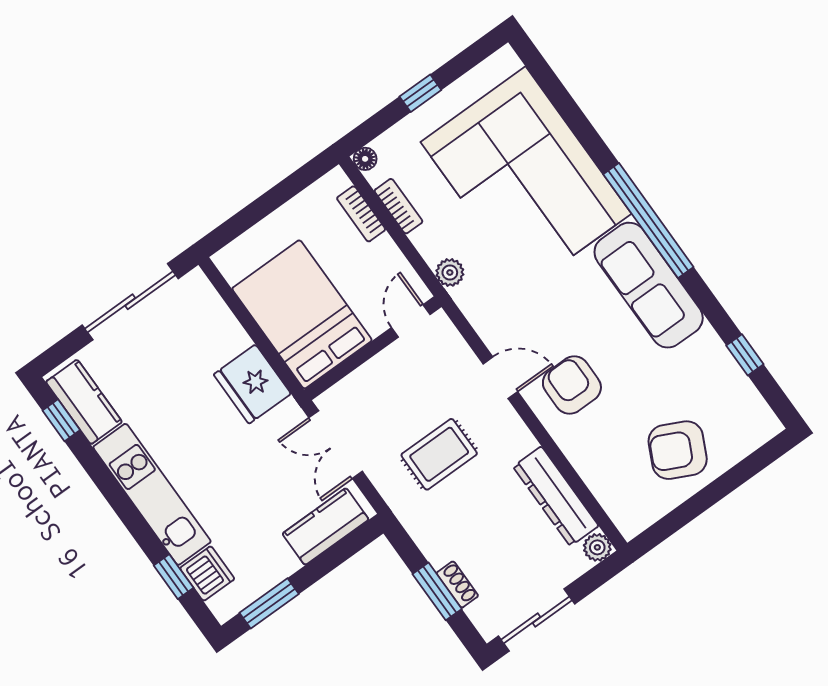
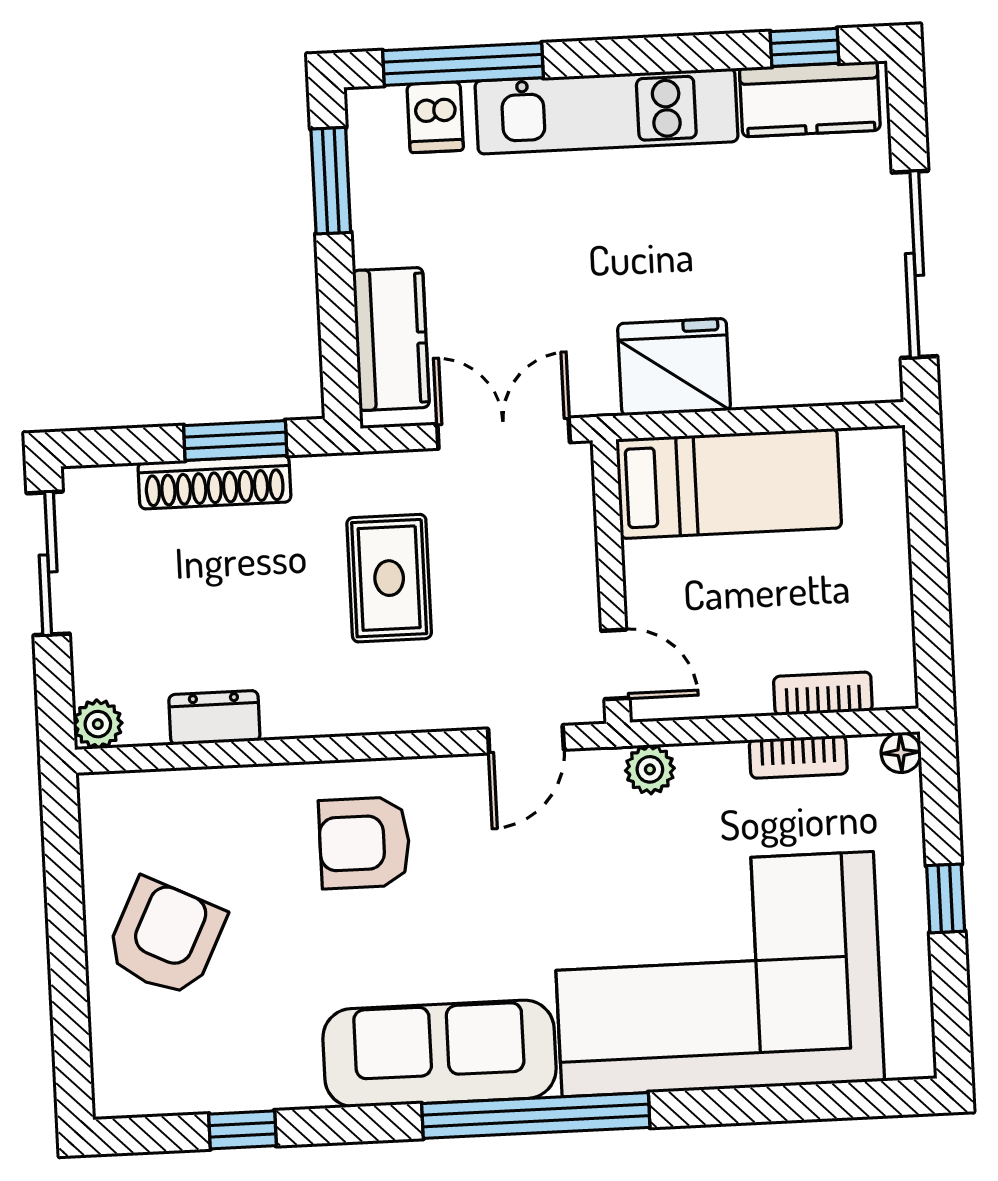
bed: (302, 314) -> (729, 484), width x0.67
door: (500, 378) -> (526, 739), moved
armchair: (572, 385) -> (364, 843), turned 180
dresser: (556, 496) -> (214, 718), width x0.51, depth x0.80
dishwasher: (207, 574) -> (435, 117), width x0.73
window: (174, 577) -> (463, 64), width x2.17
shoe rack: (457, 584) -> (214, 482), width x1.94, depth x1.24
window: (437, 591) -> (235, 440), moved

